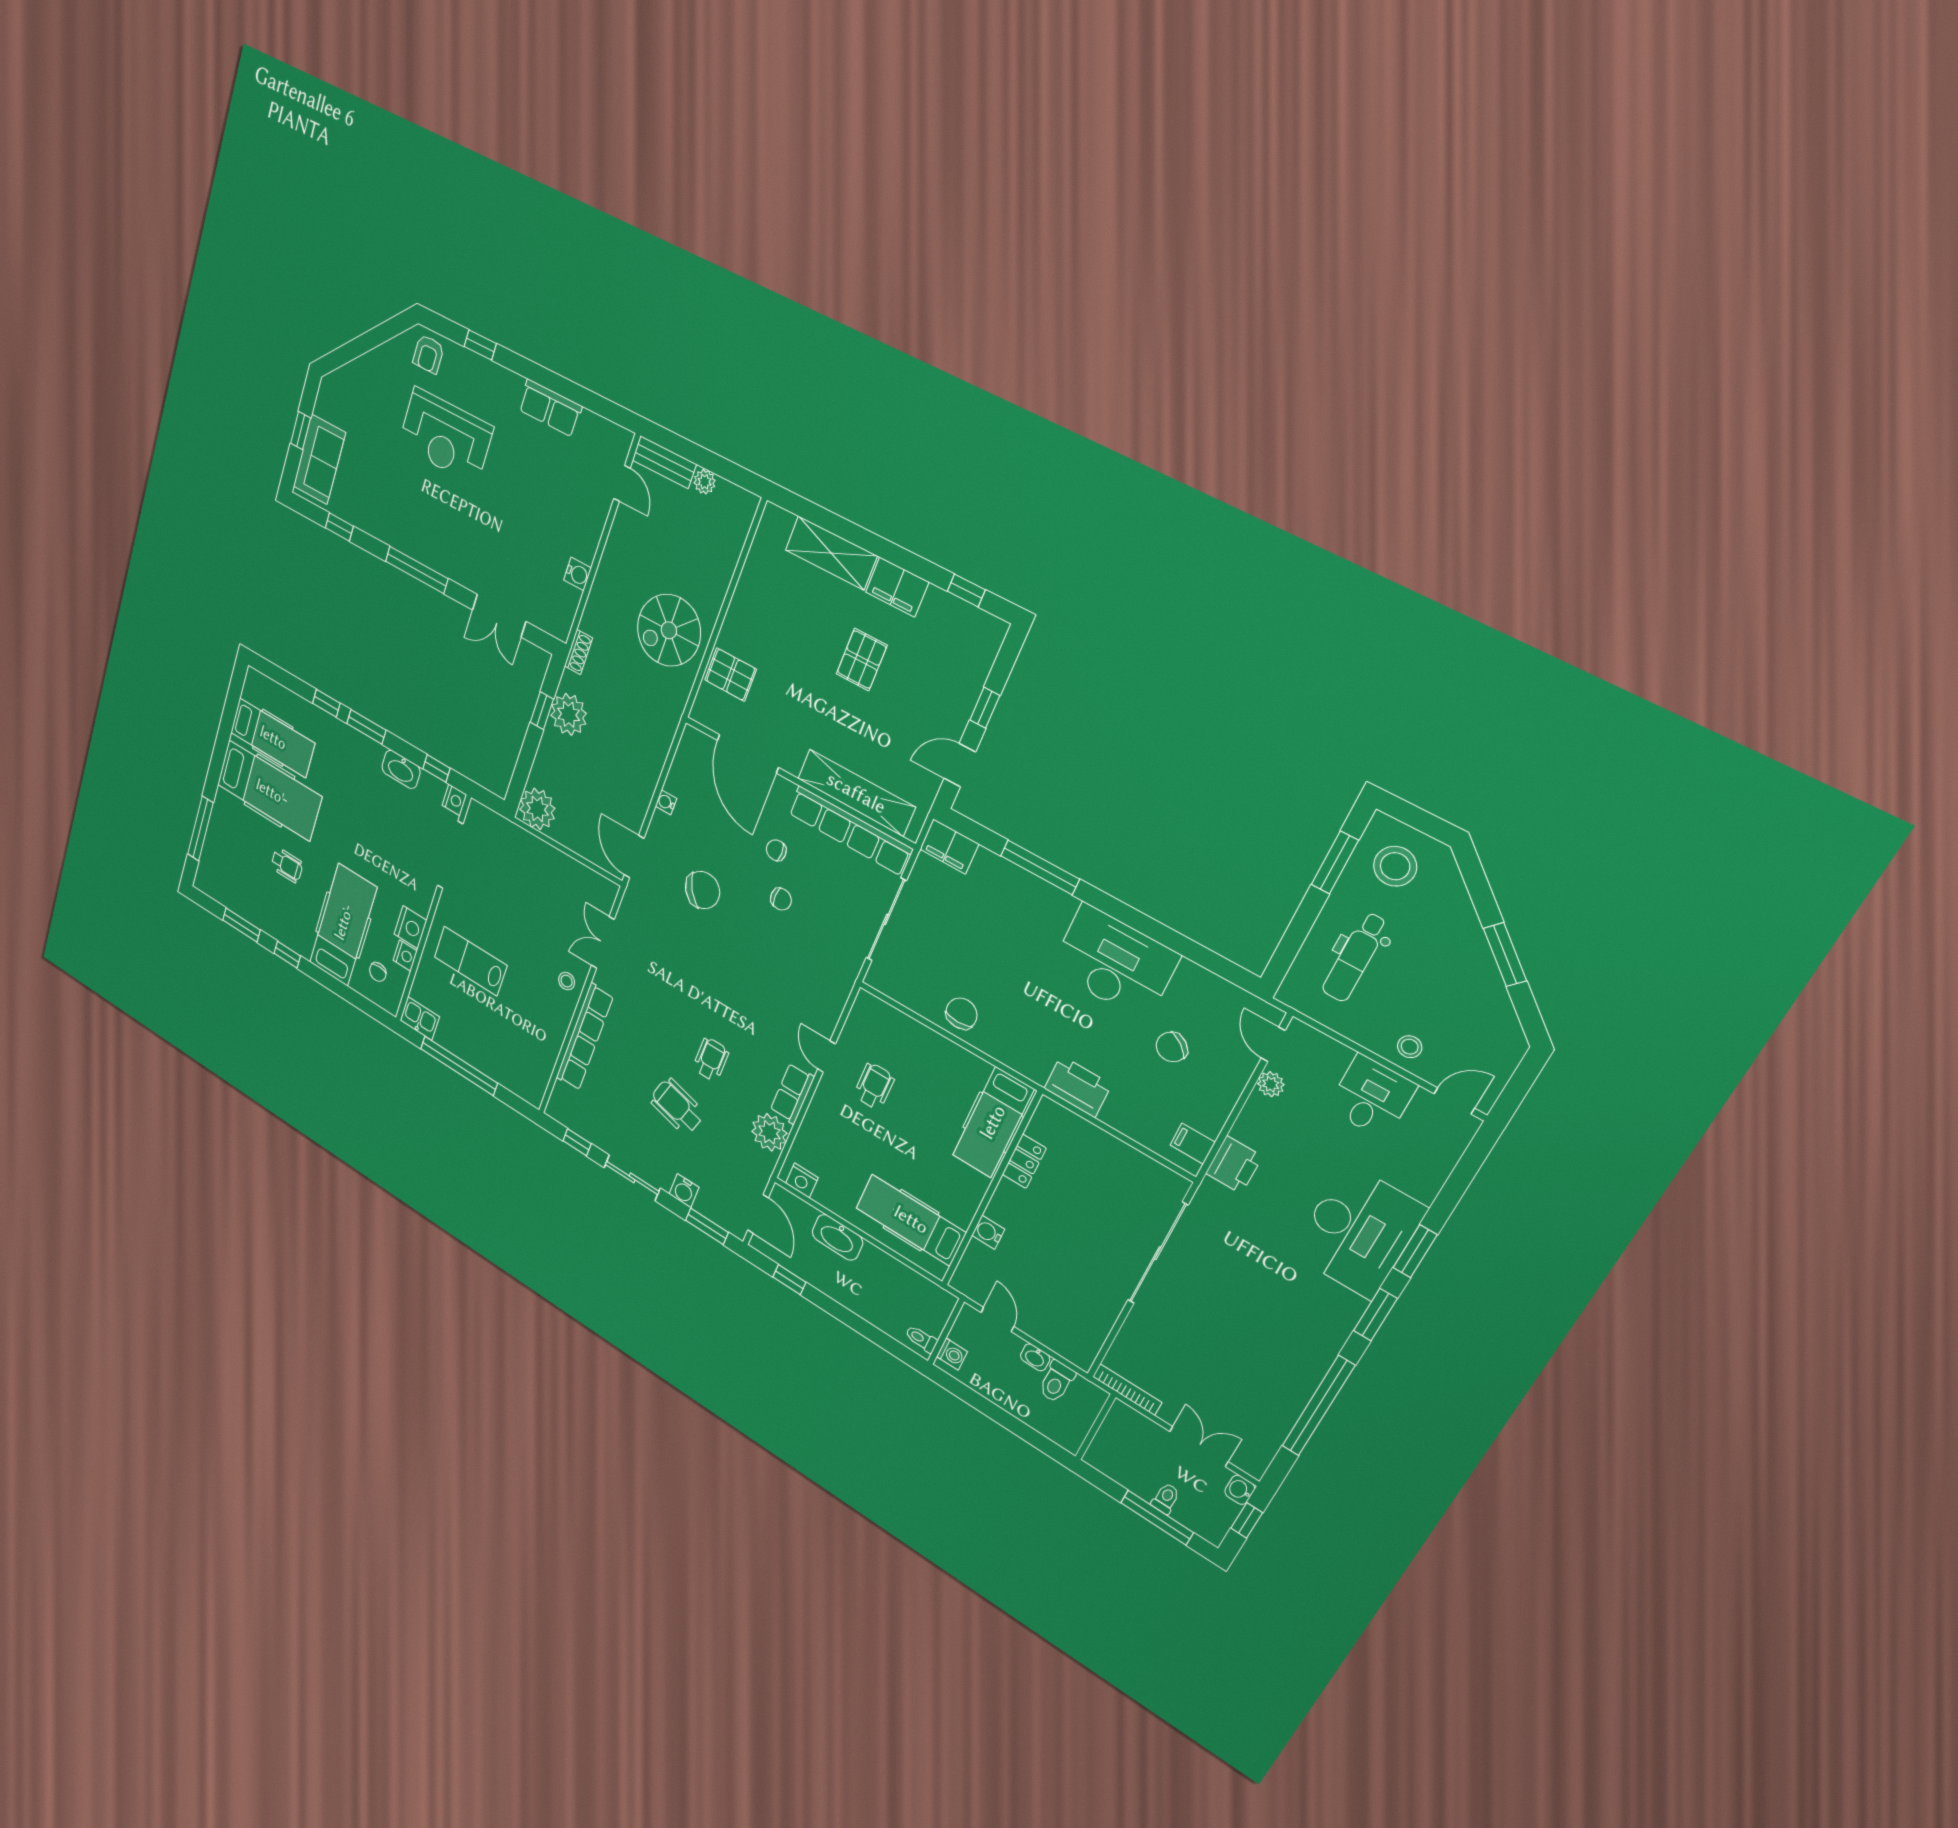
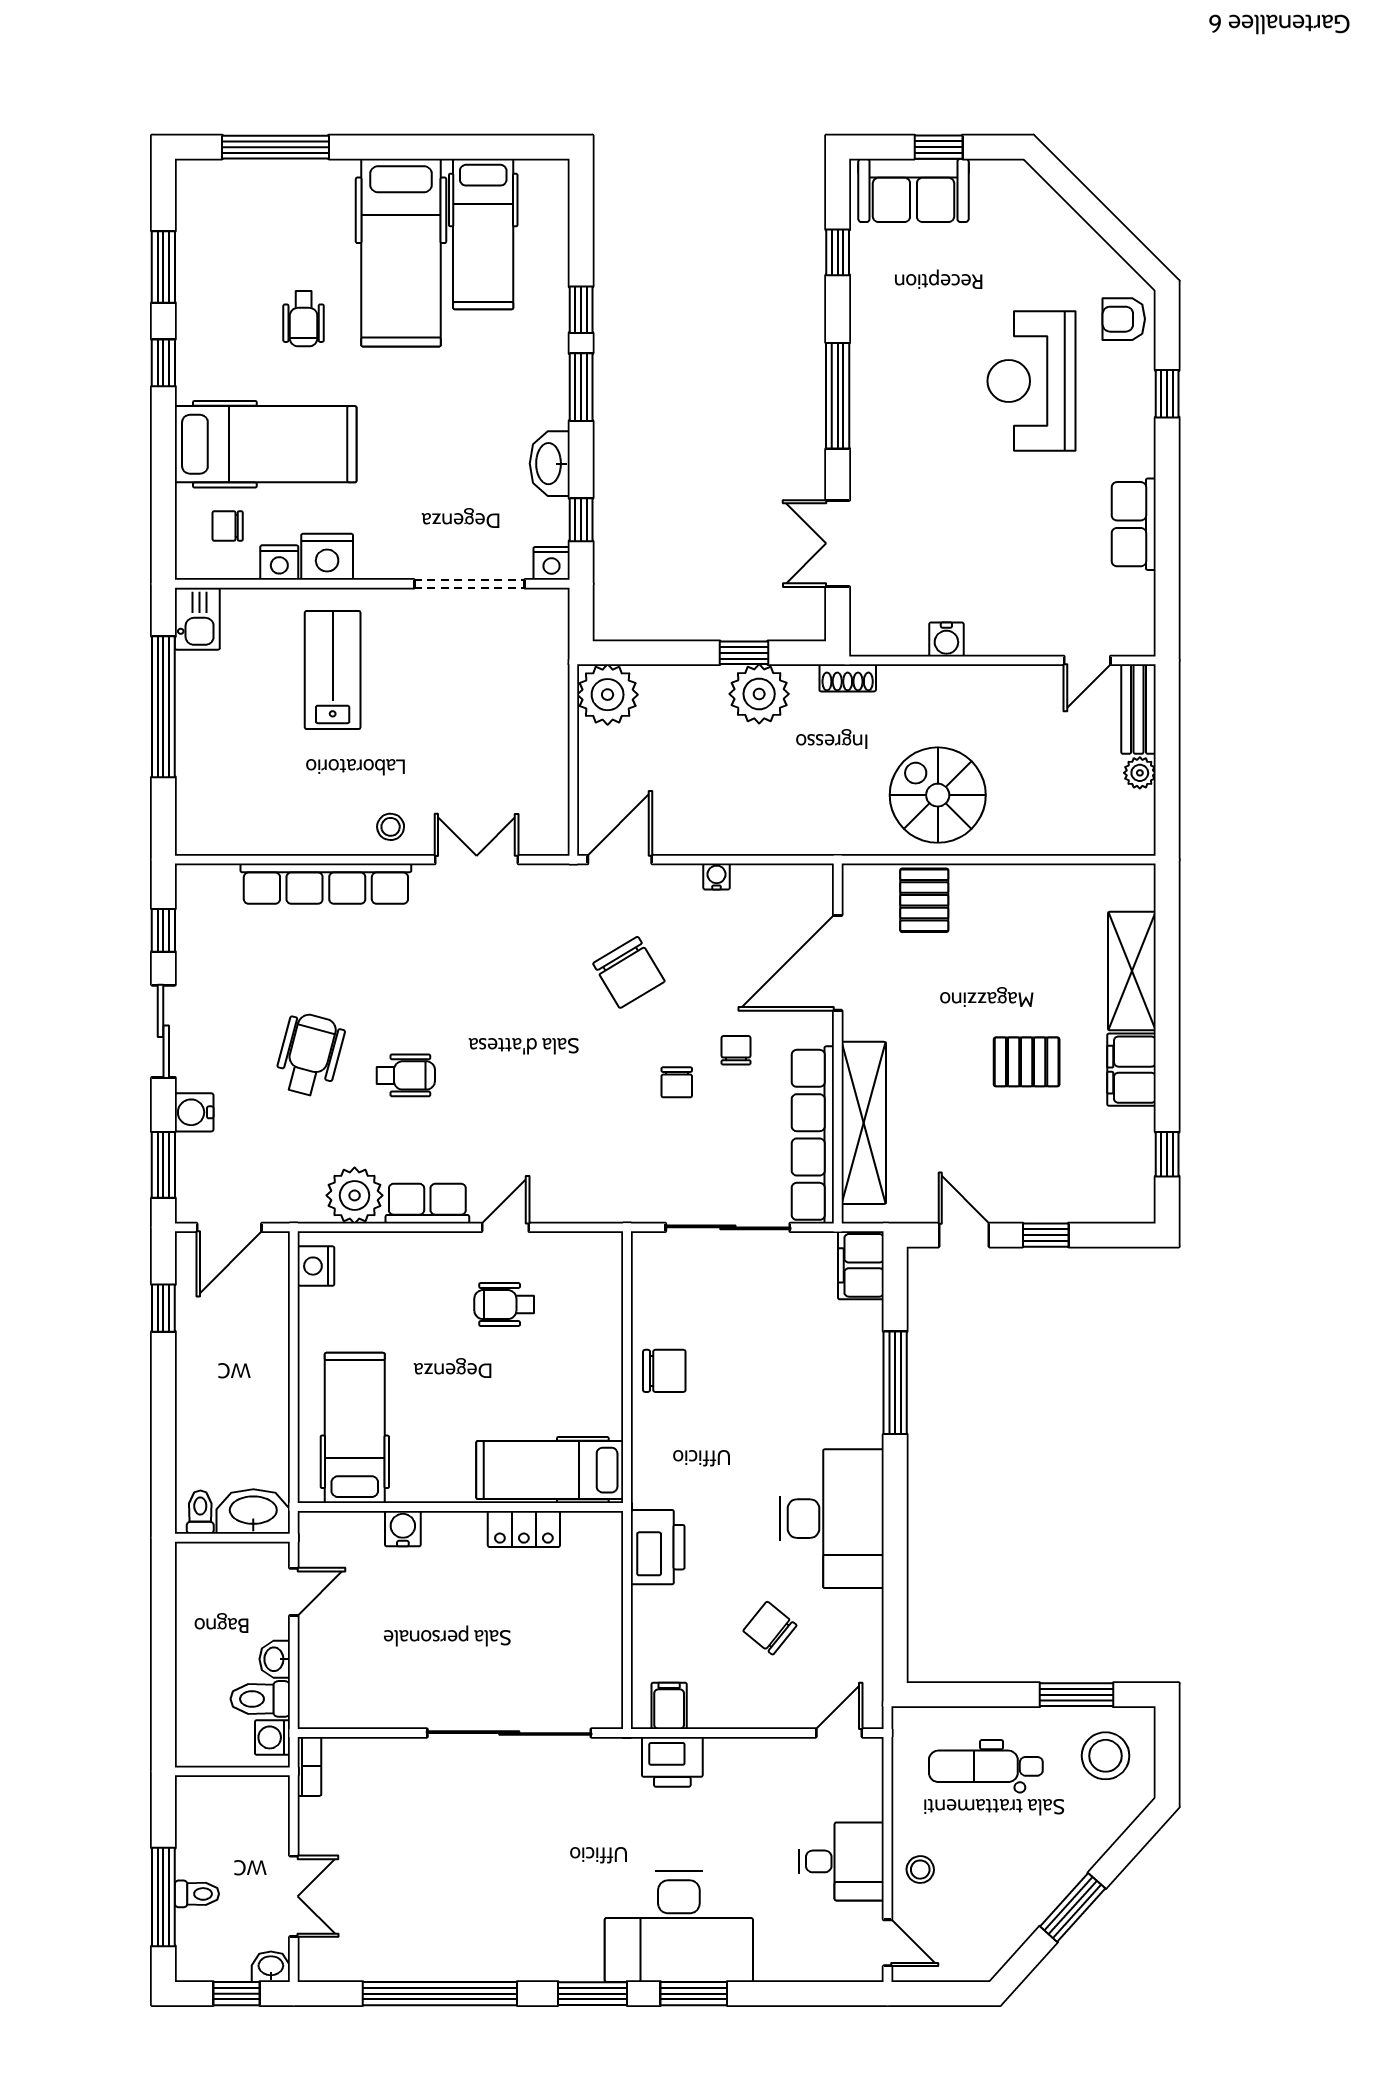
plant: (1271, 1084) -> (792, 1753), removed
wheelchair: (874, 1086) -> (504, 1305), turned 180
washbasin: (837, 1237) -> (253, 1511), moved, turned 90
washing machine: (952, 1354) -> (272, 1737), moved, turned 90
bookcase: (1127, 1390) -> (309, 1766), width x0.64

